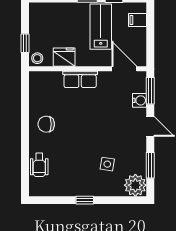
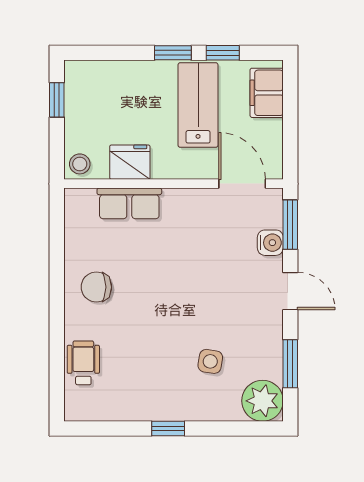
filing cabinet: (138, 20) -> (267, 93), width x2.00
window: (25, 43) -> (57, 100), moved
row of seats: (80, 79) -> (129, 203), moved
wheelchair: (39, 165) -> (83, 363), turned 180

